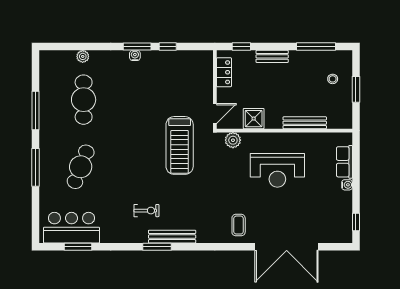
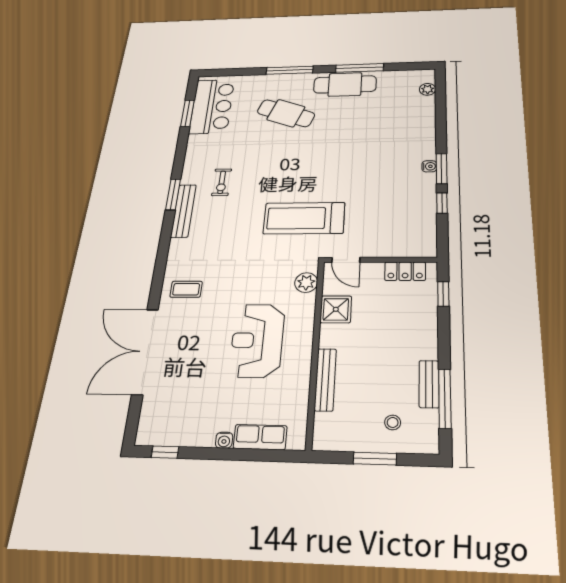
plant: (83, 56) -> (428, 89), moved
bench: (272, 56) -> (429, 384), moved
cafe table: (84, 100) -> (345, 84), moved

